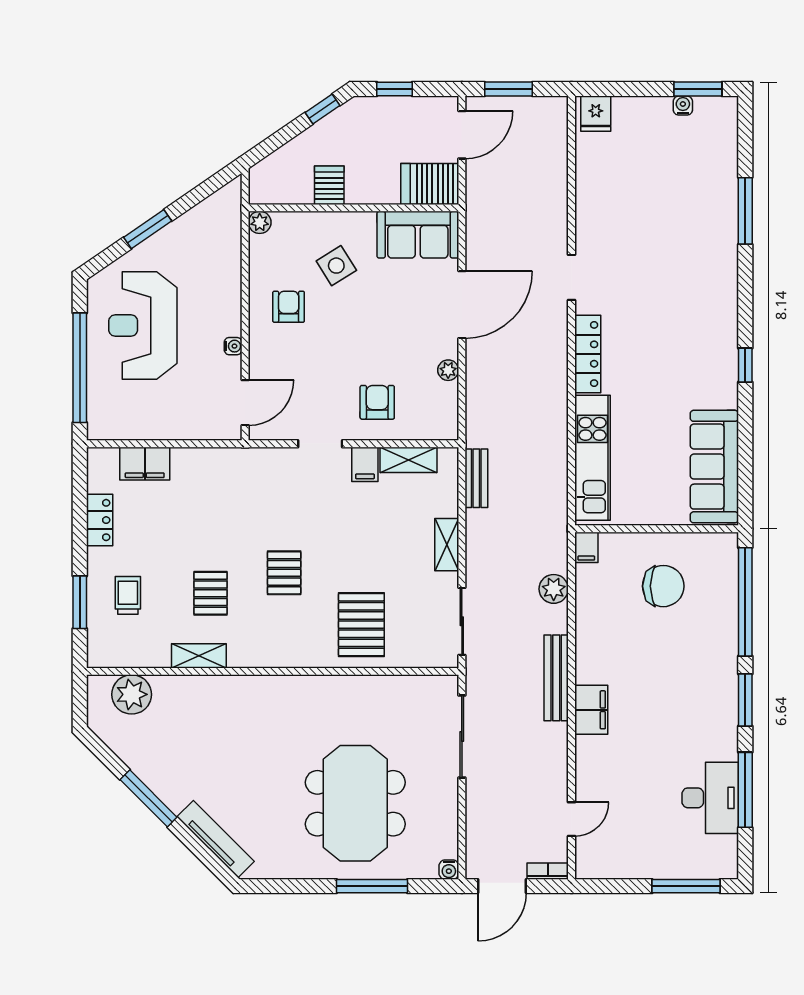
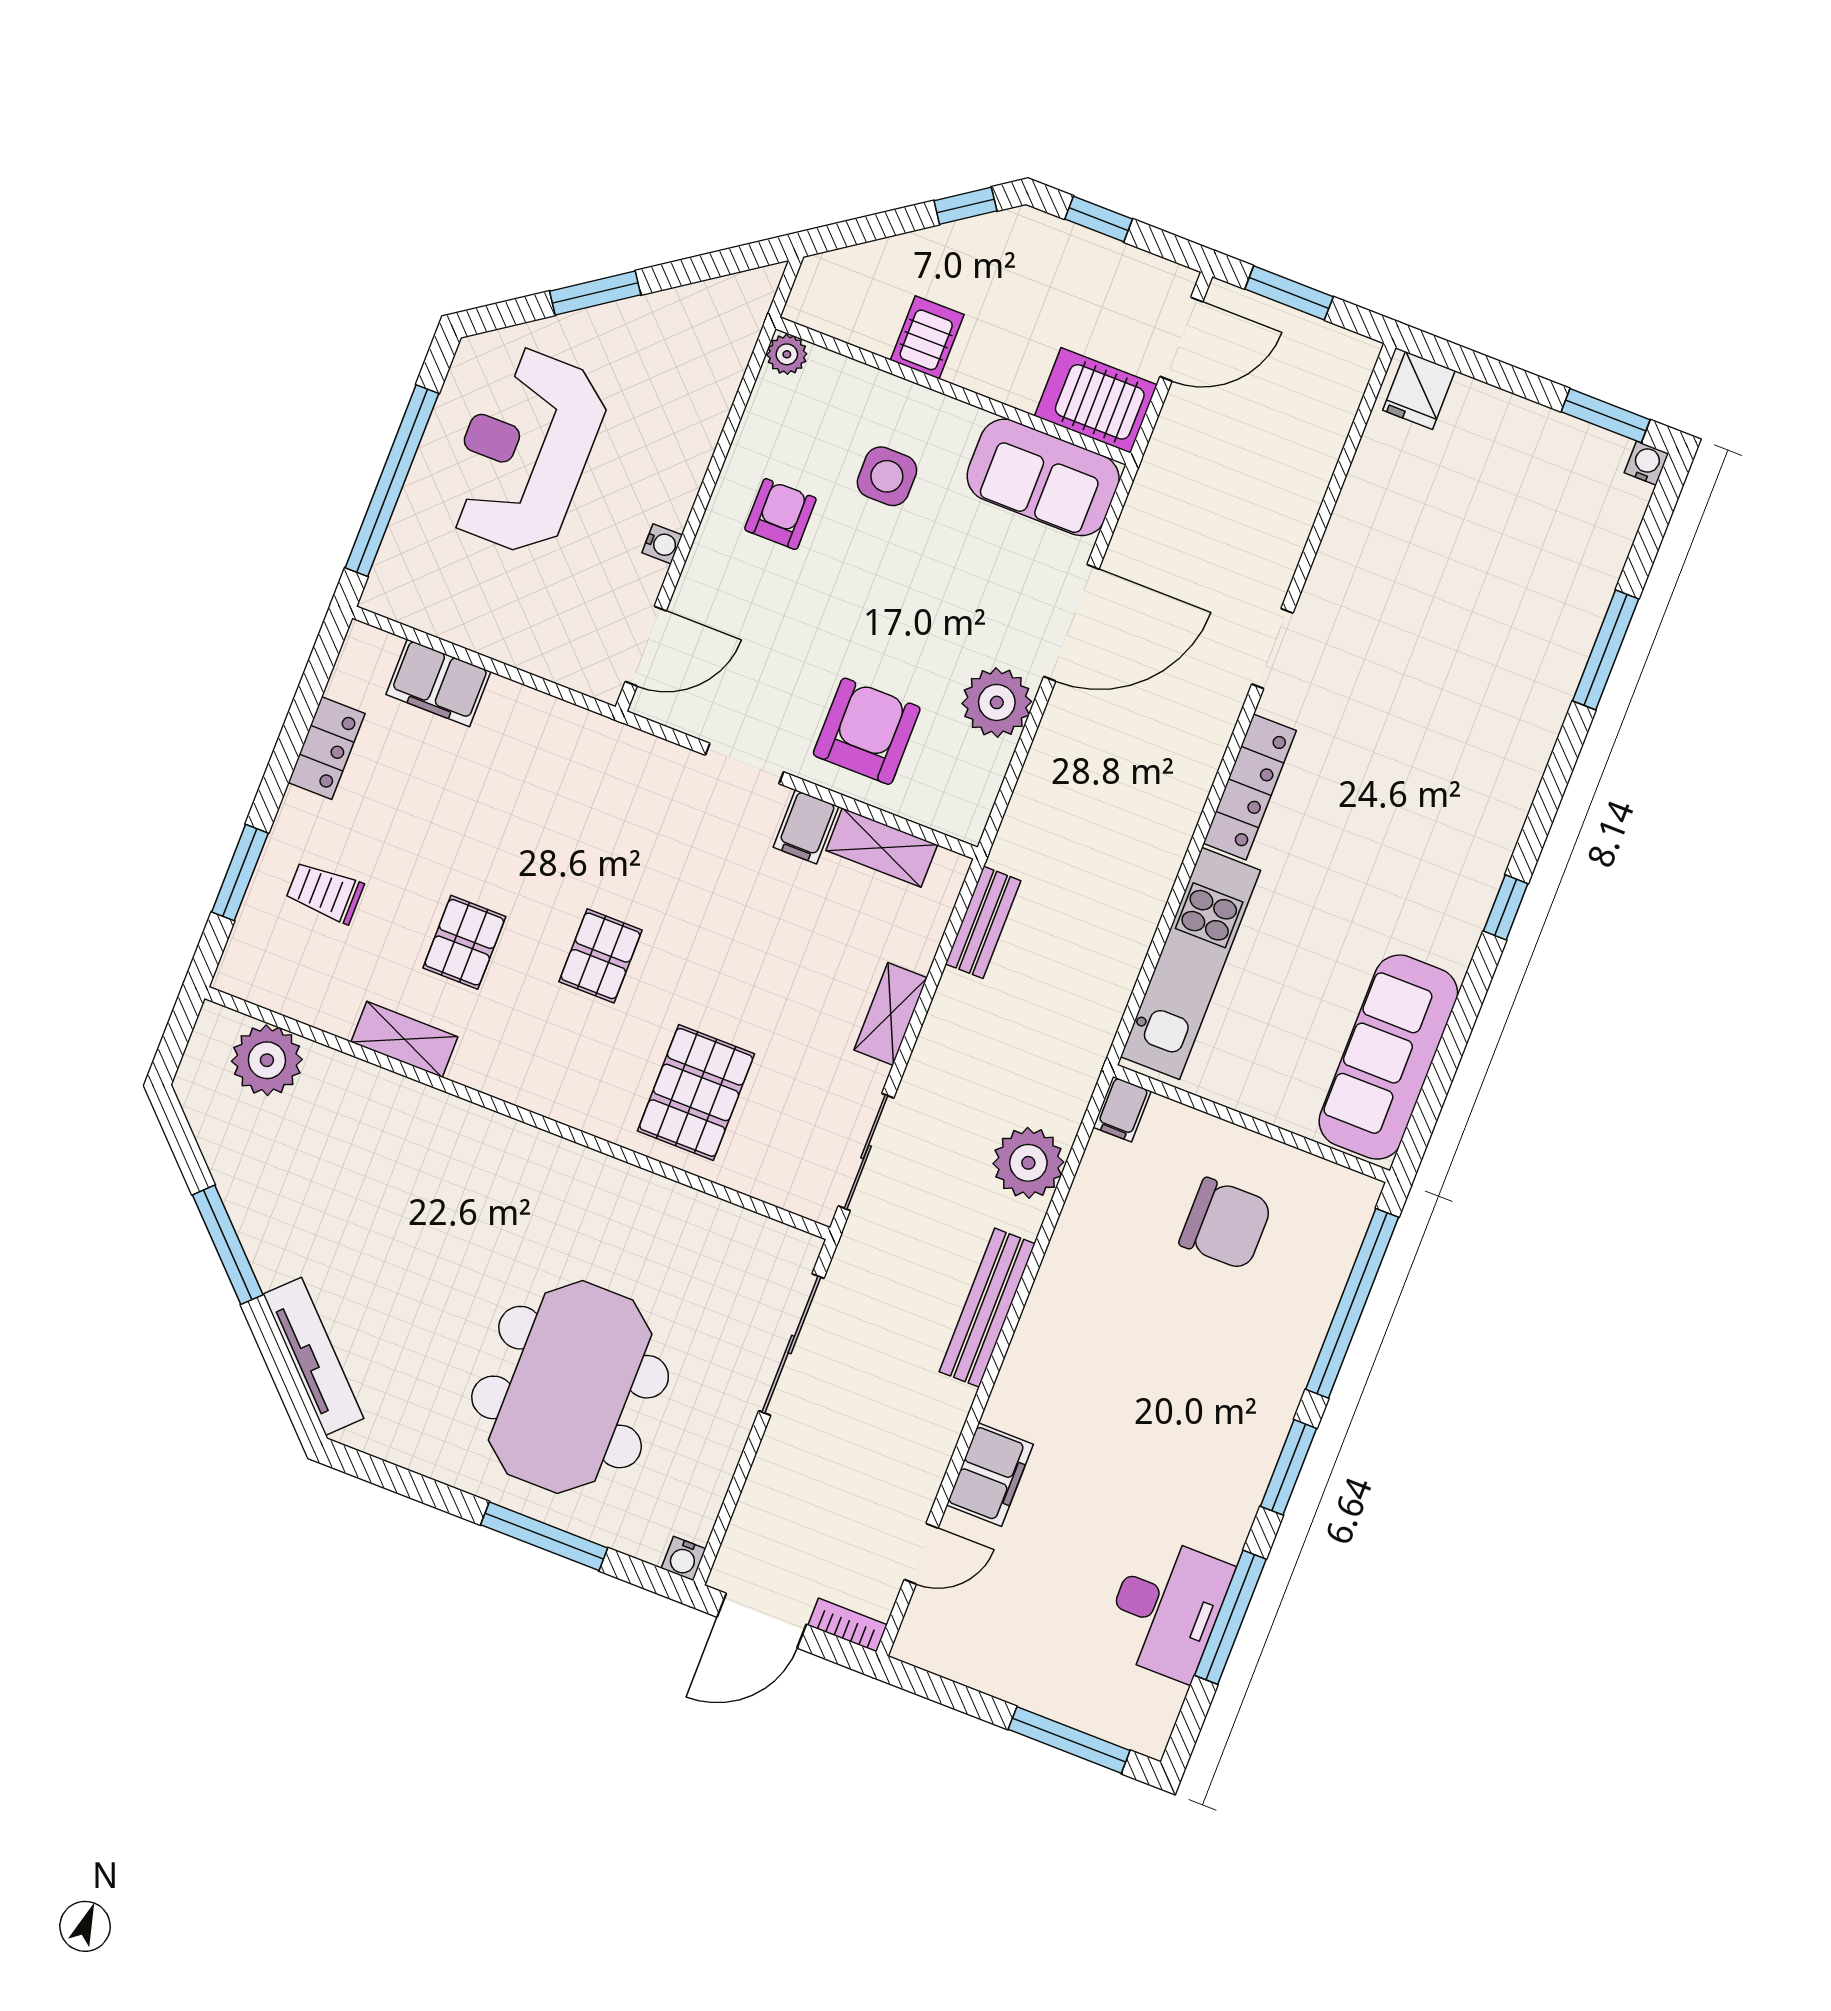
water cooler: (683, 106) -> (1646, 463), moved
side table: (336, 266) -> (887, 476), turned 32
plant: (448, 370) -> (997, 702), width x1.87, depth x1.87
armchair: (377, 402) -> (867, 731), width x1.38, depth x1.38
plant: (554, 589) -> (1028, 1163), width x1.36, depth x1.36
trolley: (128, 595) -> (325, 892), turned -90
filing cabinet: (591, 710) -> (990, 1475), moved

